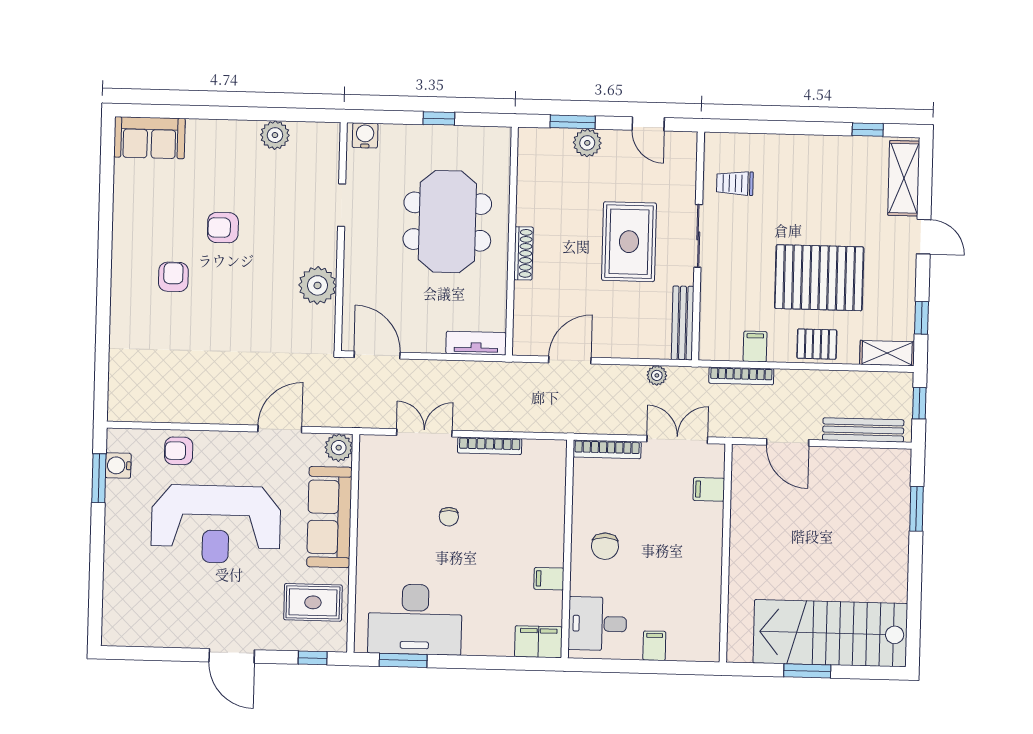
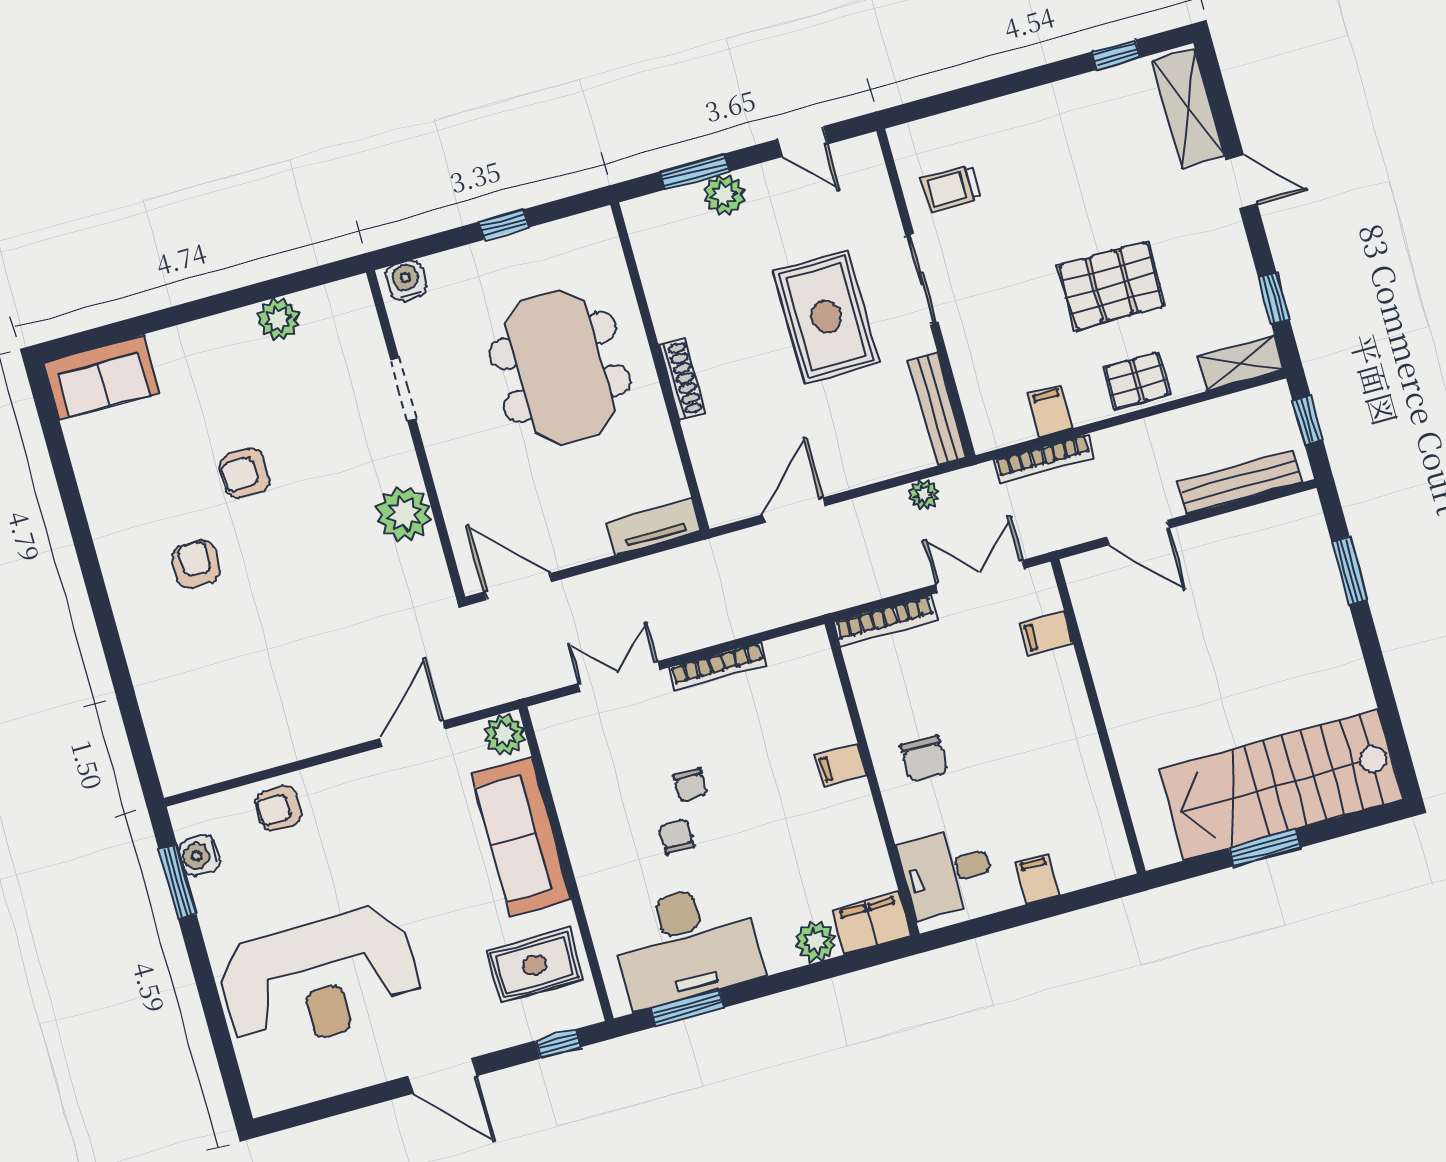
pallet: (819, 278) -> (1111, 286), width x0.73, depth x0.71
reception desk: (216, 524) -> (320, 980), moved
chair: (430, 547) -> (676, 836), added
filing cabinet: (549, 579) -> (841, 765), moved
plant: (499, 643) -> (816, 941), added

